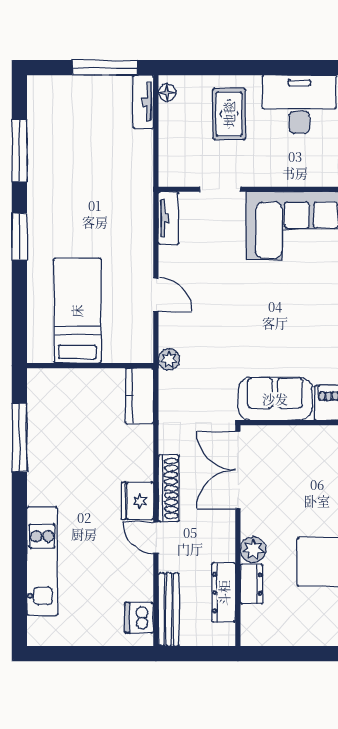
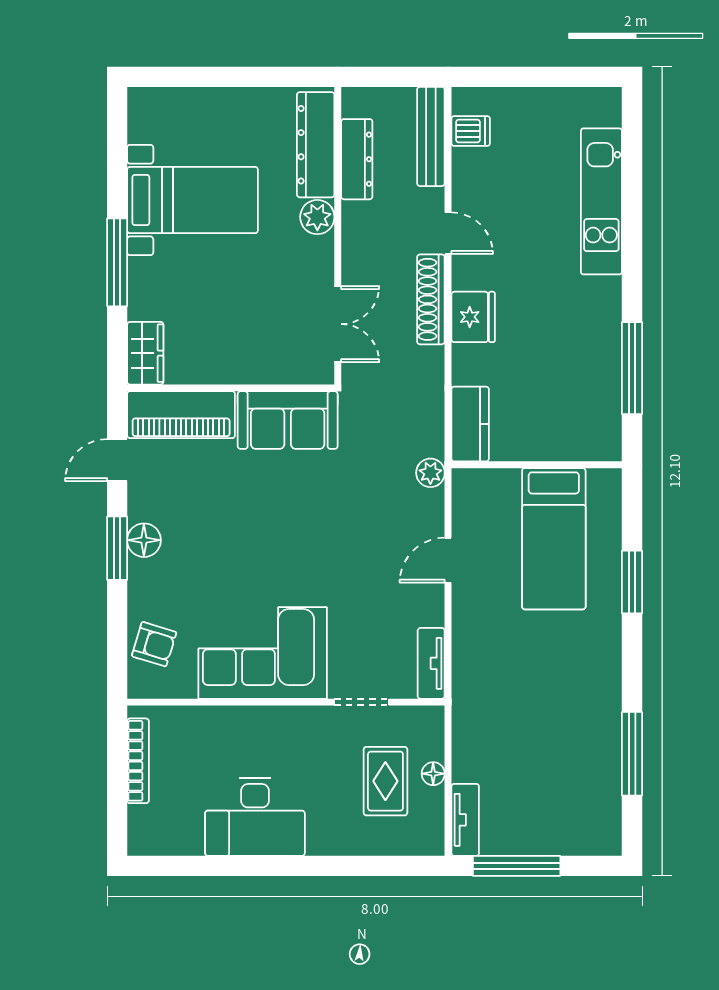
floor lamp: (167, 93) -> (433, 774), moved
rug: (229, 114) -> (385, 781), moved
window: (19, 236) -> (632, 582), moved
door: (156, 295) -> (448, 560), hinge flipped
double door: (238, 470) -> (338, 324), width x0.73
fridge: (137, 501) -> (473, 317), moved
dresser: (252, 584) -> (316, 145), width x1.96, depth x1.24
dishwasher: (139, 618) -> (471, 131), width x0.73

